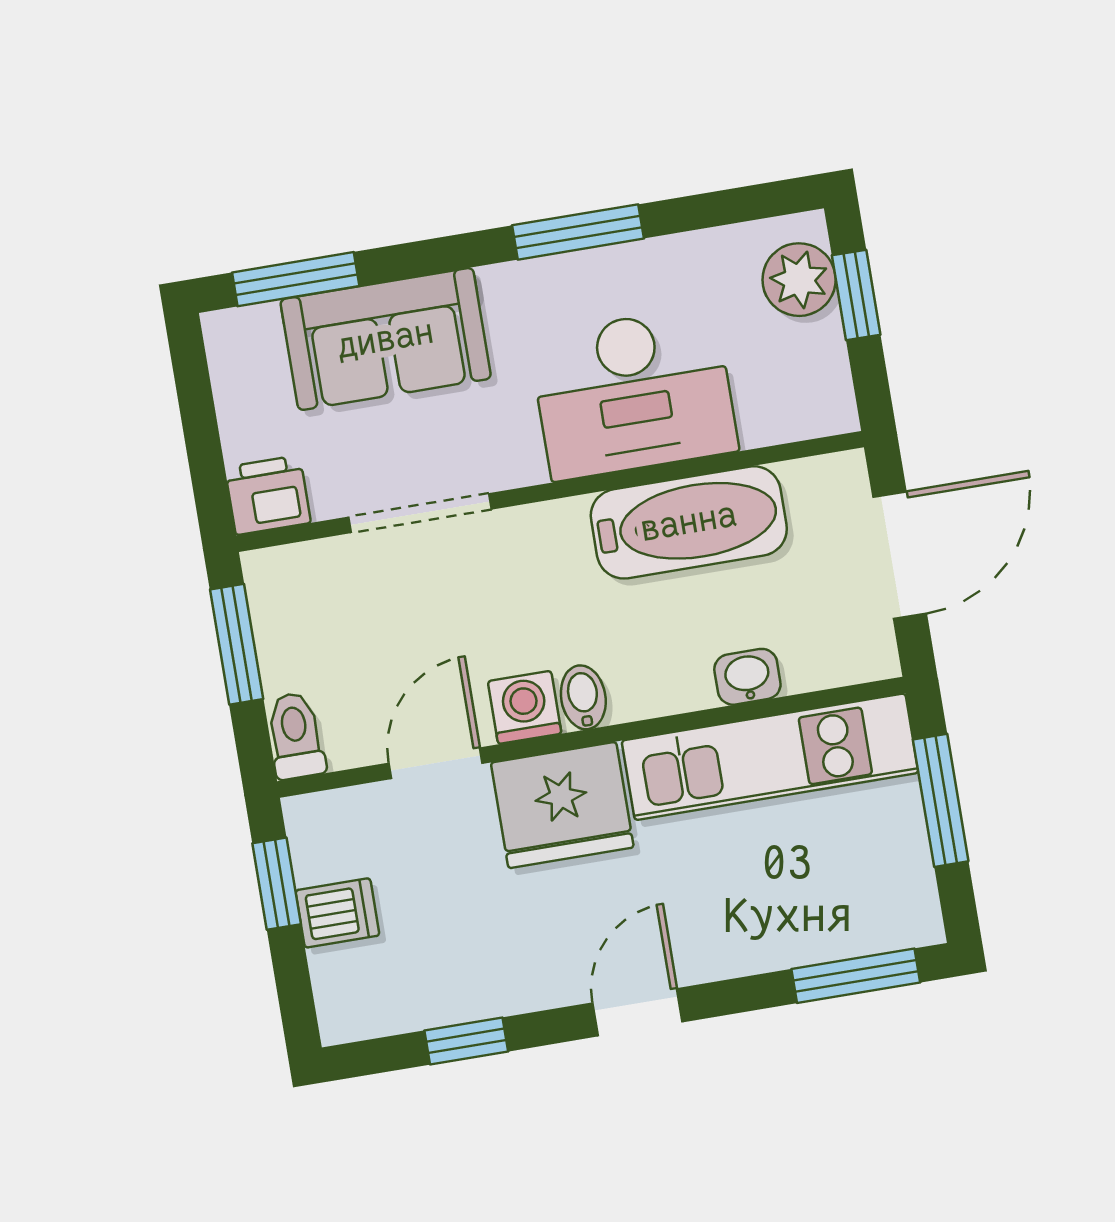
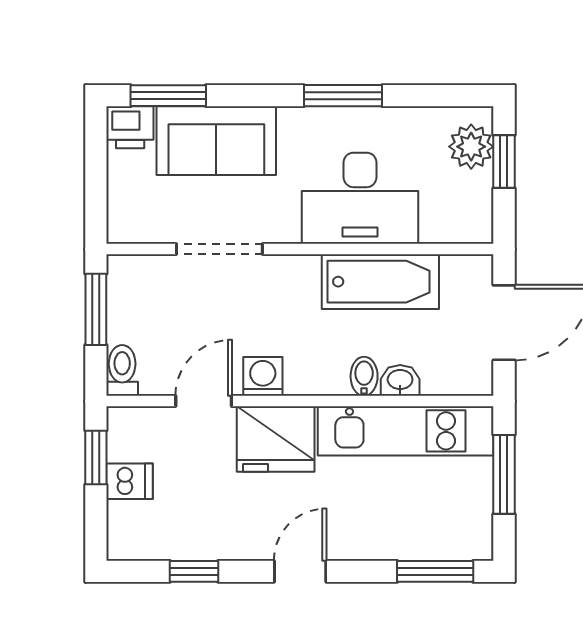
printer: (268, 495) -> (130, 127), moved, turned 180
bidet: (583, 697) -> (364, 376), moved

